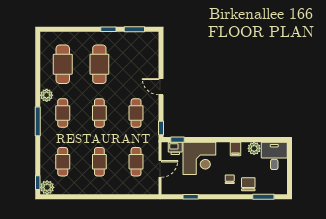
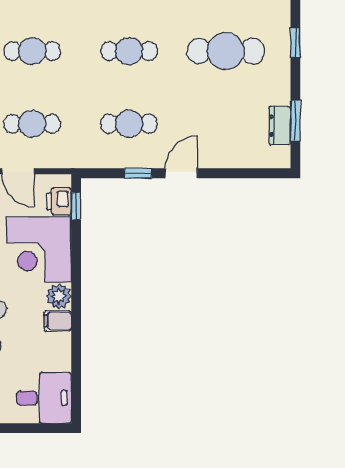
window: (108, 29) -> (295, 42), moved
dresser: (137, 37) -> (280, 126), added
window: (161, 128) -> (138, 173), moved
plant: (254, 148) -> (59, 296), moved

